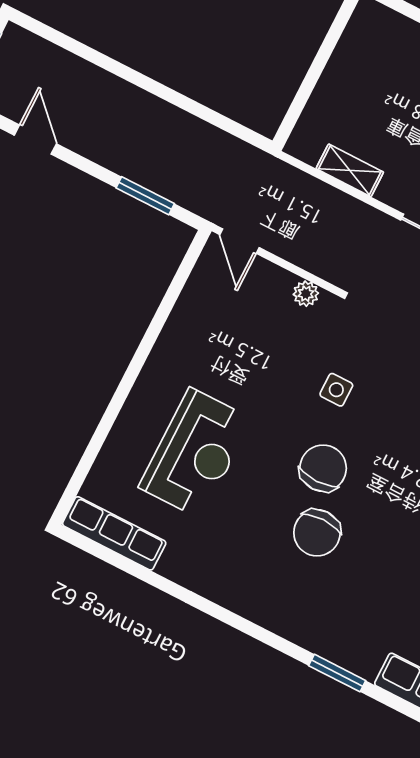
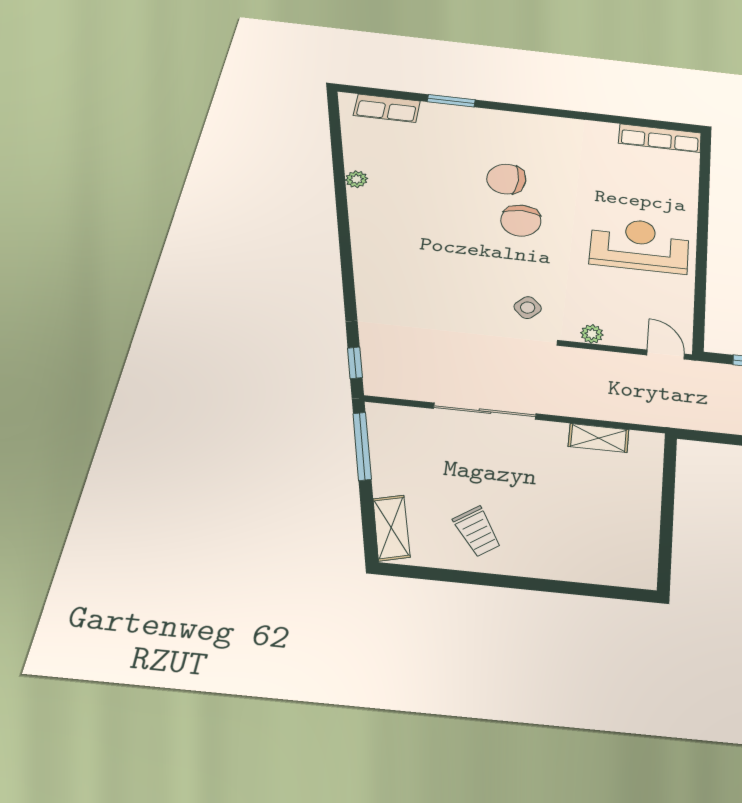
side table: (336, 390) -> (528, 308), moved, turned 45
reception desk: (195, 453) -> (640, 245), moved, turned 90
chair: (317, 533) -> (506, 179), turned -90

